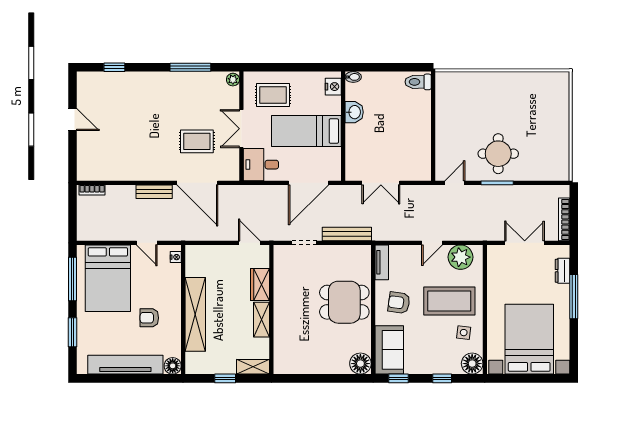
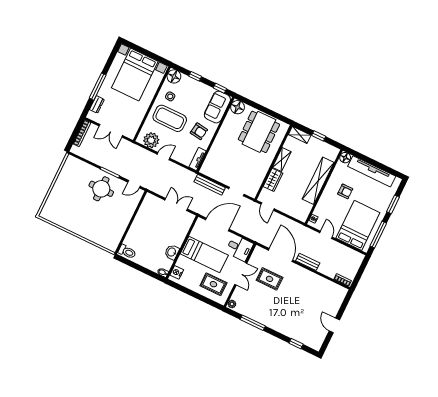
dining table: (344, 302) -> (259, 132), moved, width x1.38

